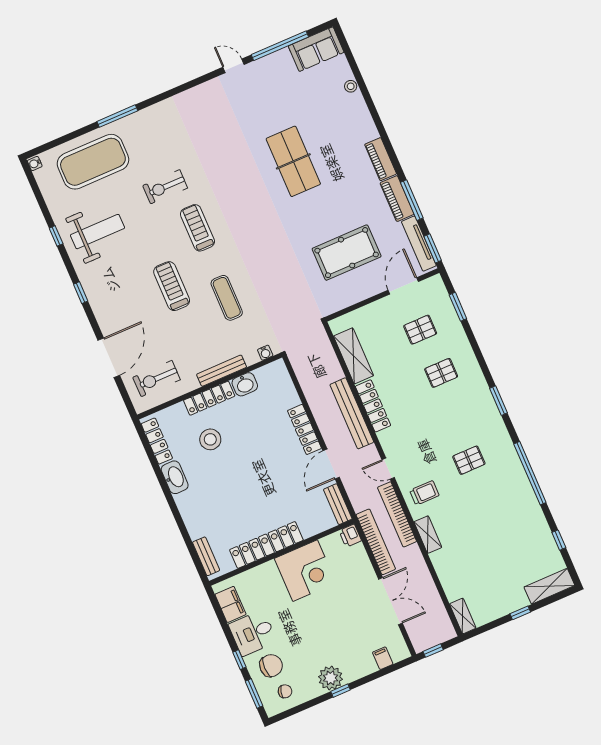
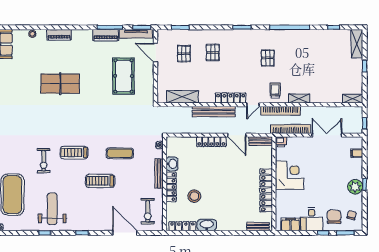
piano: (381, 159) -> (59, 35), moved
locker: (373, 406) -> (231, 98), moved

